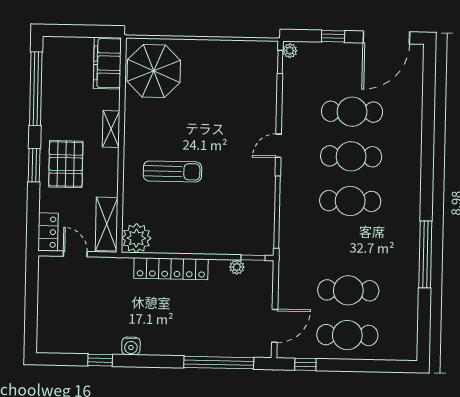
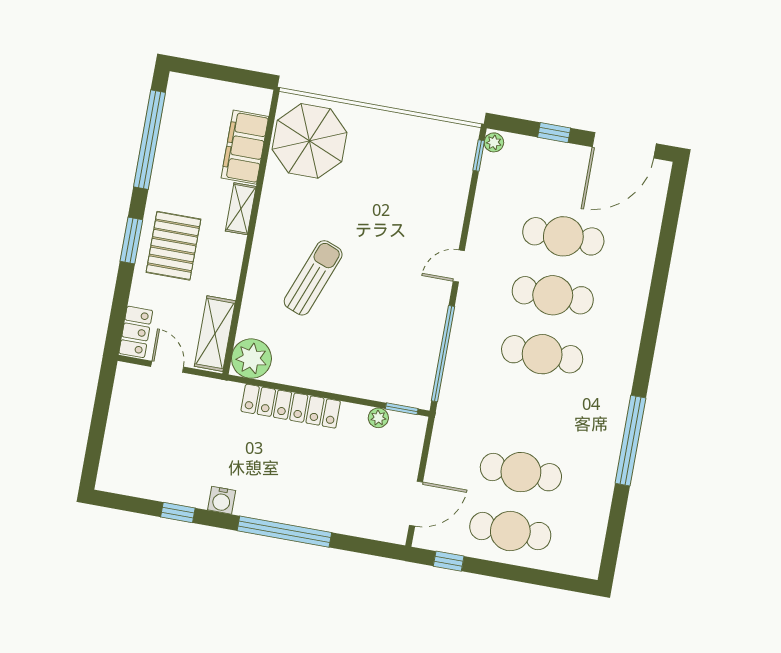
filing cabinet: (107, 63) -> (245, 147), moved
sun lounger: (172, 171) -> (313, 278), turned -69
window: (219, 363) -> (284, 532), moved

